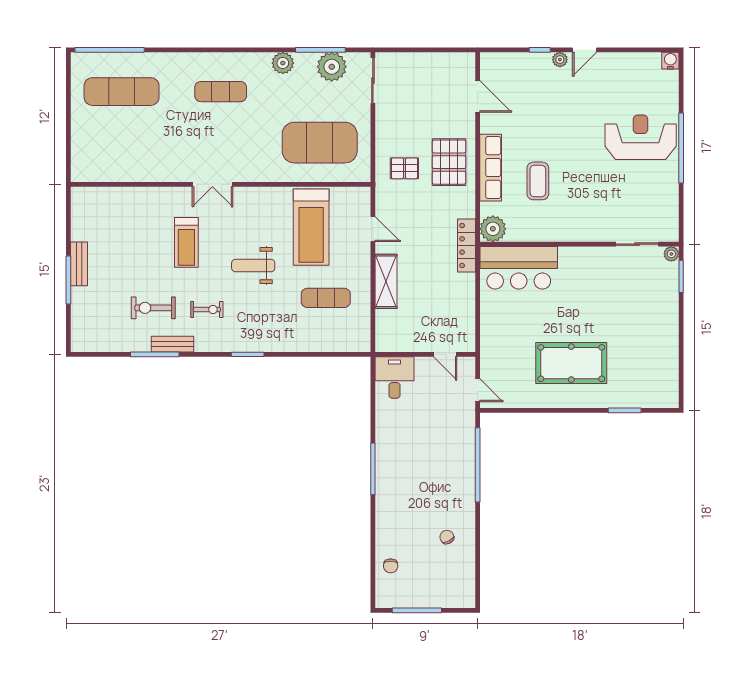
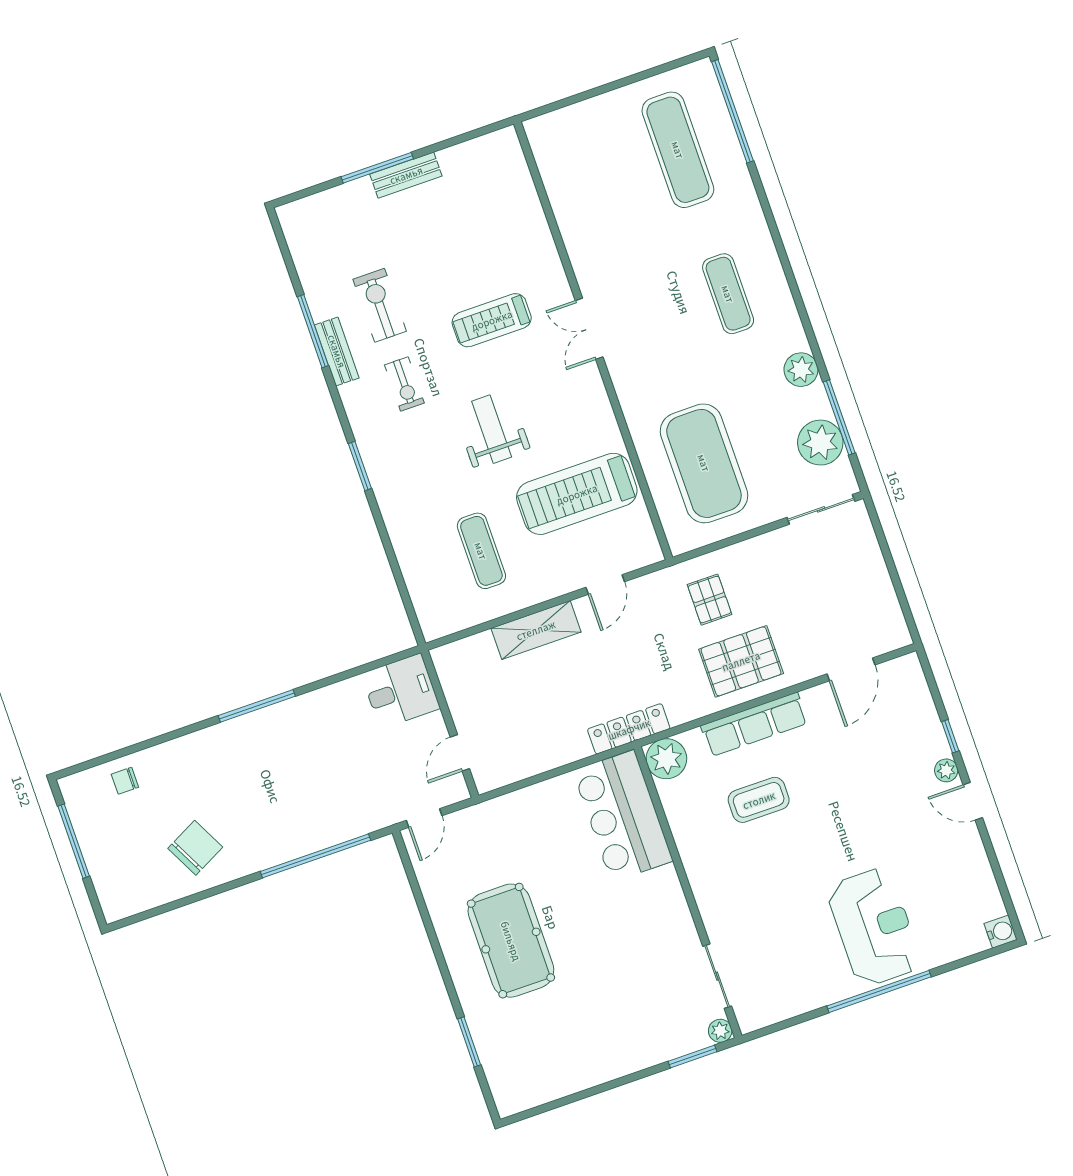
chair: (447, 537) -> (195, 848), width x1.87, depth x1.87

